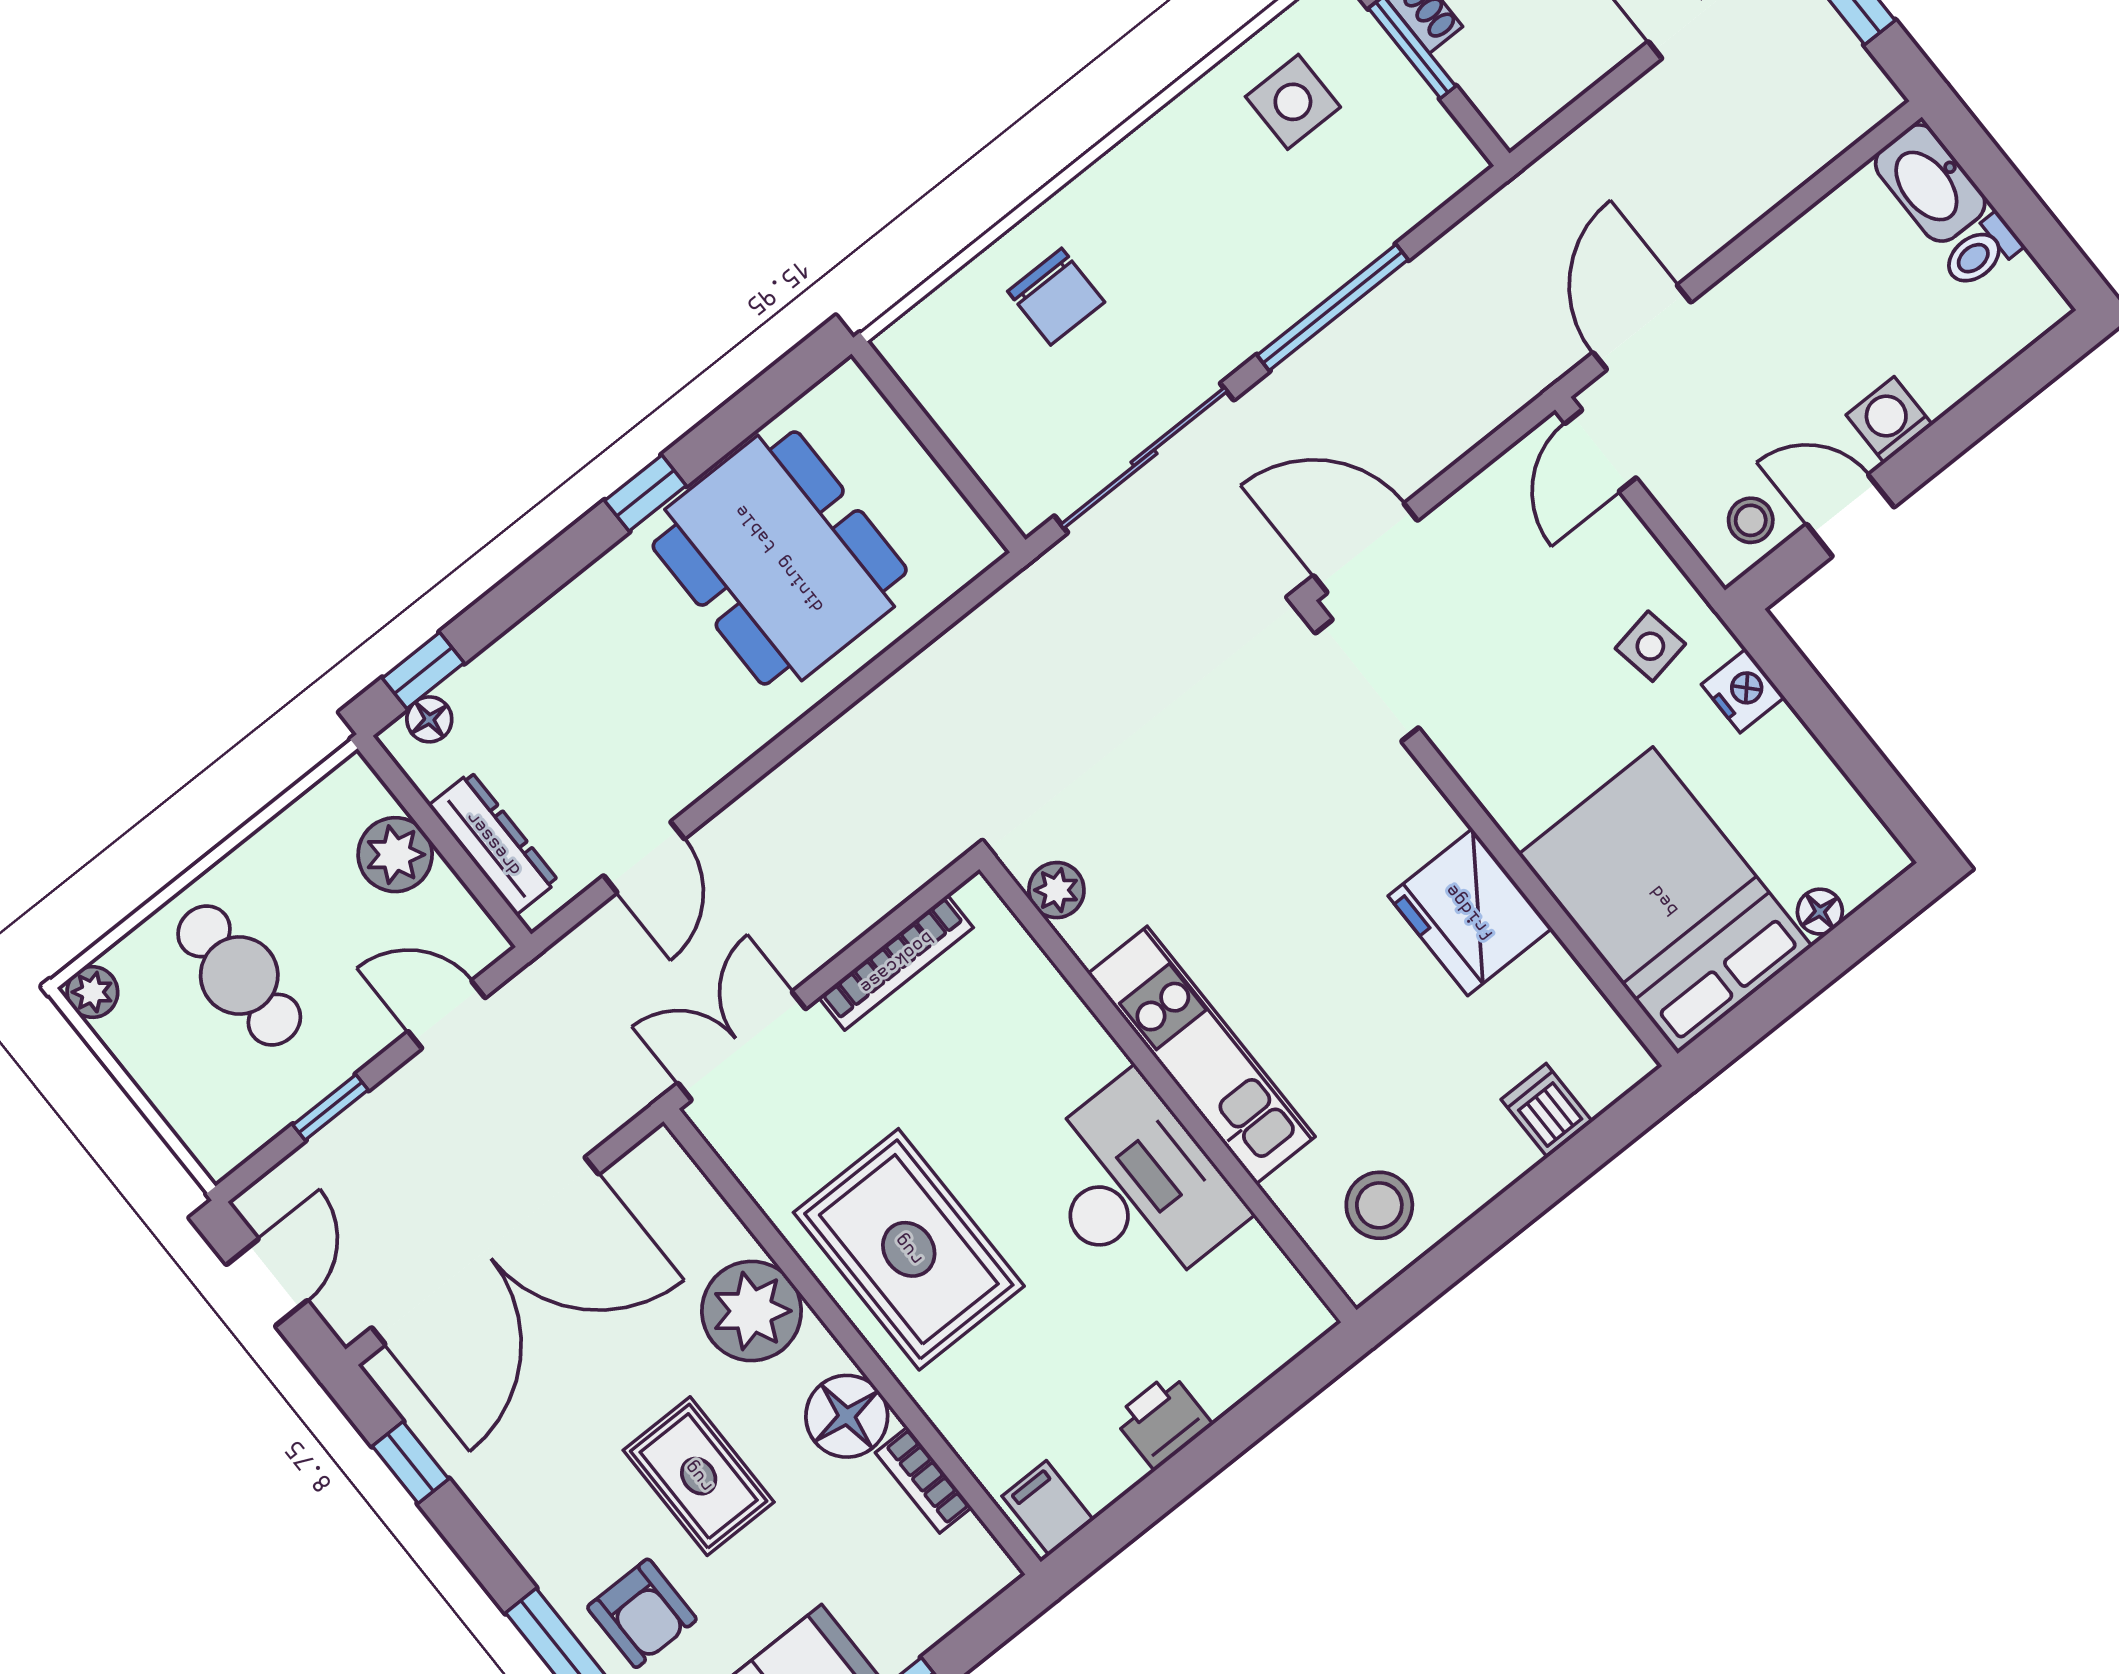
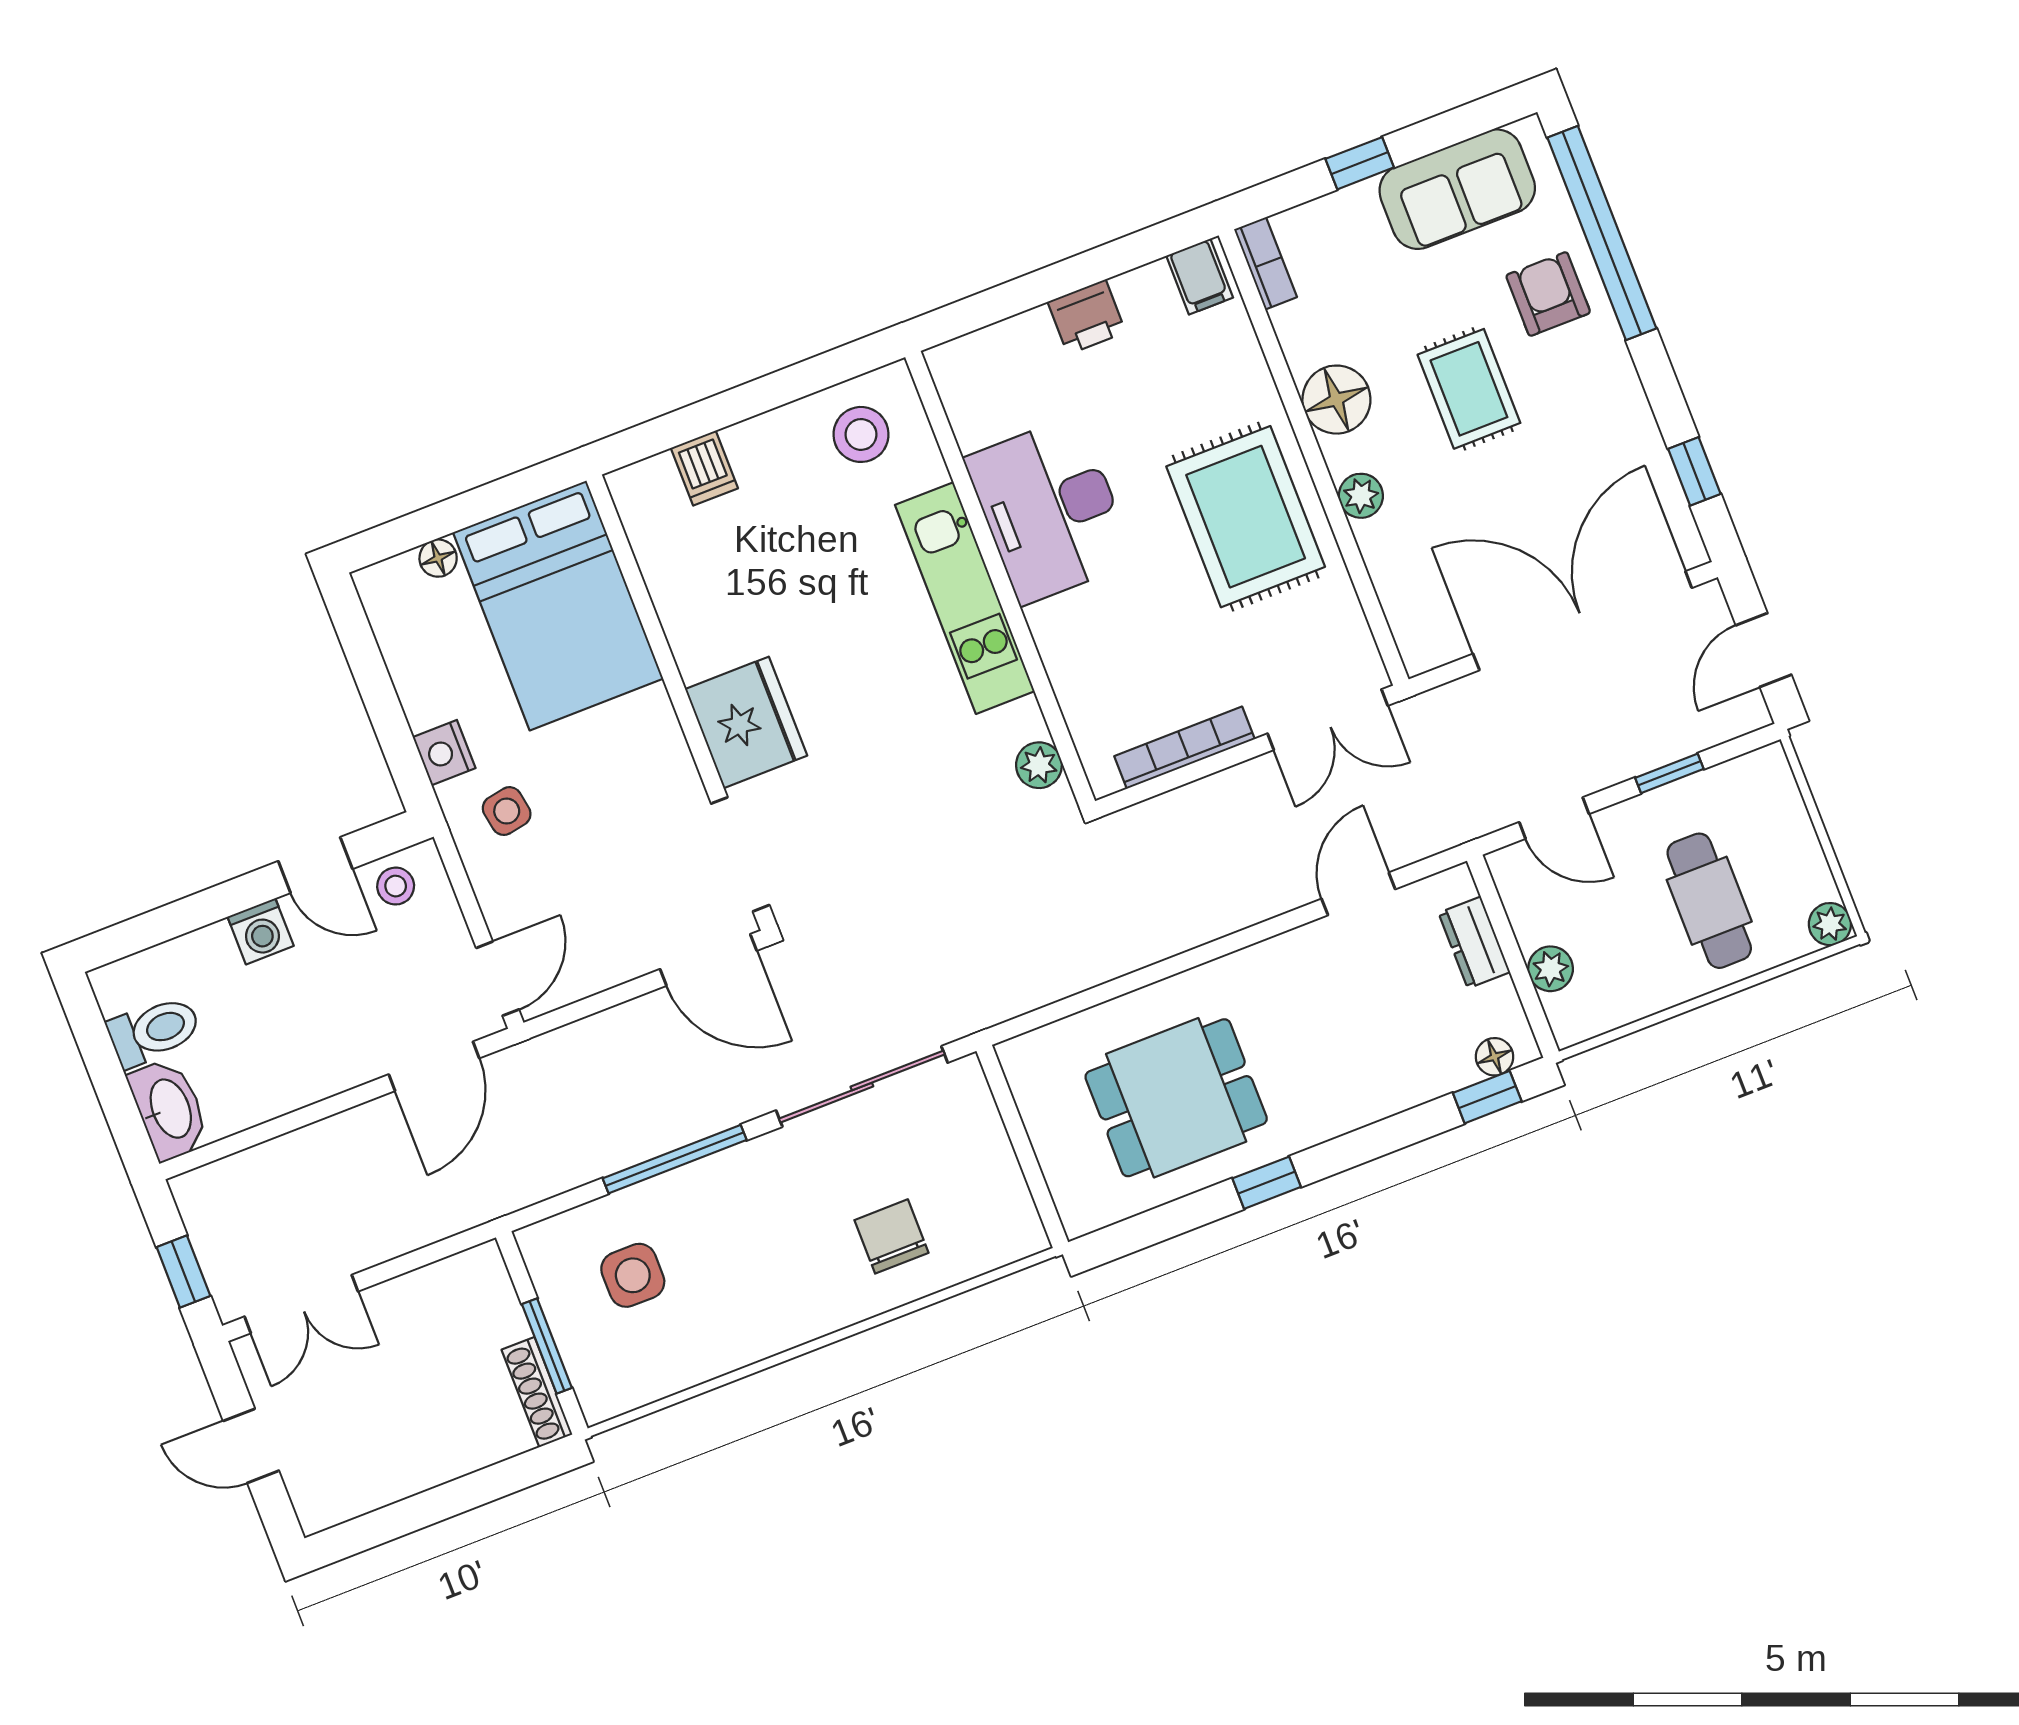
side table: (1293, 102) -> (633, 1275), moved
toilet: (1982, 252) -> (154, 1031), width x1.37, depth x1.39
dining table: (780, 558) -> (1176, 1098), width x0.73
dresser: (494, 843) -> (1474, 942), width x0.70
plant: (395, 855) -> (1551, 969), width x0.73, depth x0.73
fridge: (1470, 912) -> (746, 722), moved
plant: (752, 1311) -> (1361, 496), width x0.53, depth x0.53
bookcase: (924, 1480) -> (1265, 263), moved

